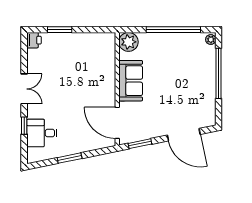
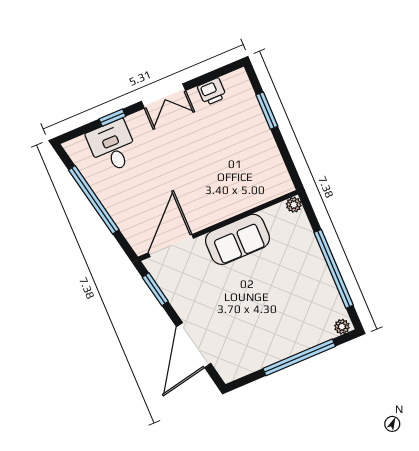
printer: (34, 40) -> (212, 92), moved
plant: (128, 42) -> (294, 205), width x0.53, depth x0.53
window: (70, 158) -> (94, 200), width x2.11

